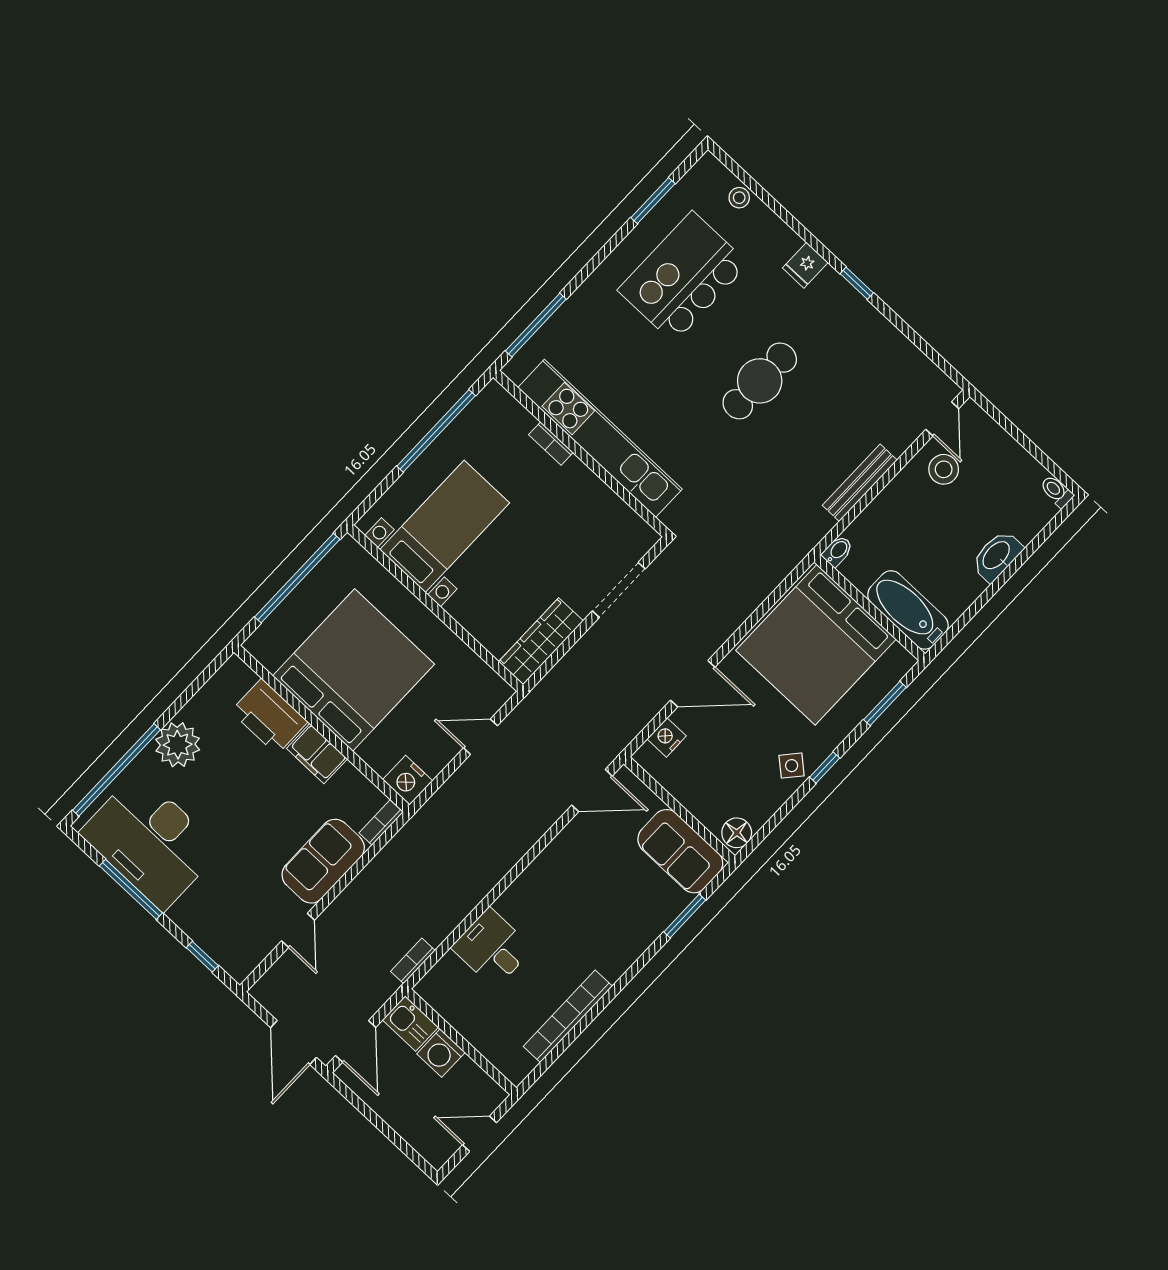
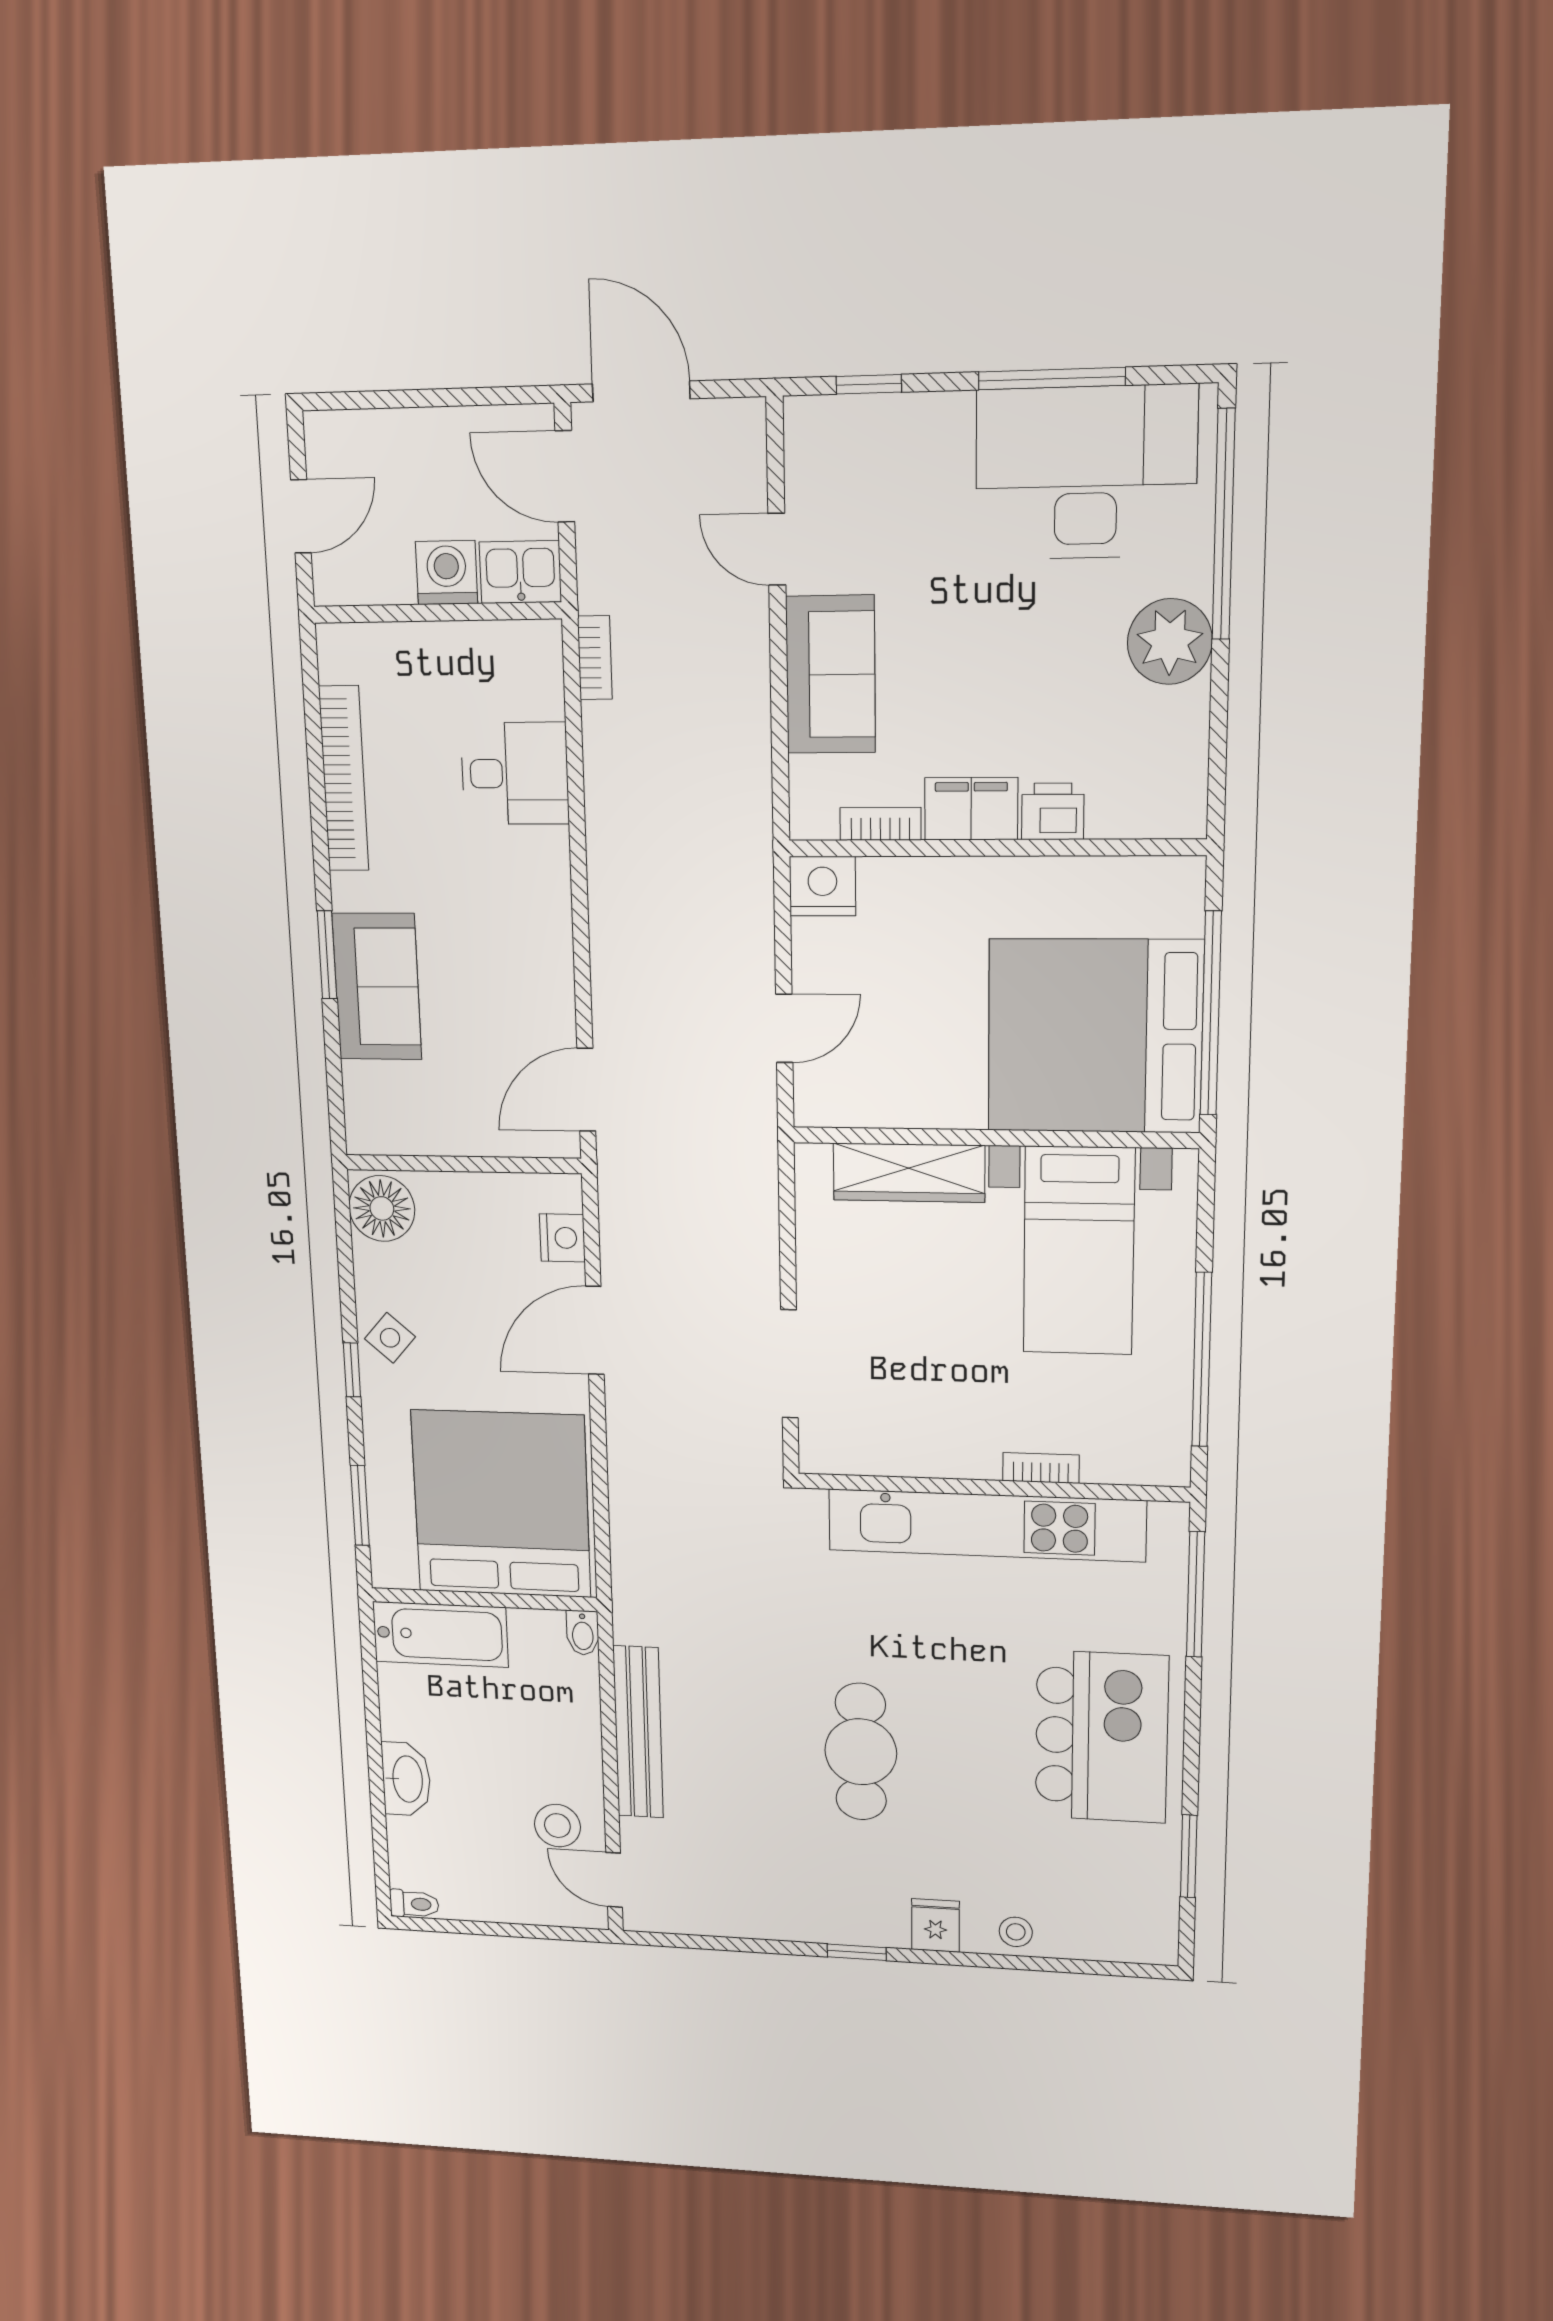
stool: (739, 198) -> (1016, 1932), moved
kitchen island: (683, 277) -> (1101, 1737), moved
bench: (860, 483) -> (638, 1732), width x1.37, depth x1.21
wardrobe: (541, 641) -> (909, 1173), moved, turned 90
bed: (354, 670) -> (1095, 1036), moved, turned 90
printer: (269, 717) -> (1053, 811), width x0.53, depth x0.68
bookcase: (381, 823) -> (880, 824), moved, turned -90
floor lamp: (737, 833) -> (382, 1208), width x1.38, depth x1.38
sofa: (680, 851) -> (377, 987), moved, turned 90
window: (685, 916) -> (327, 955), moved

